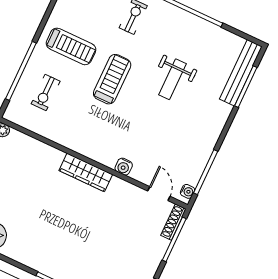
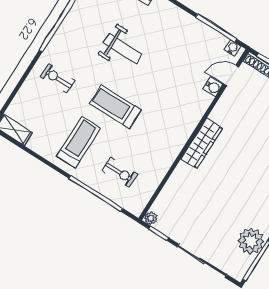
water cooler: (124, 167) -> (213, 87), moved

